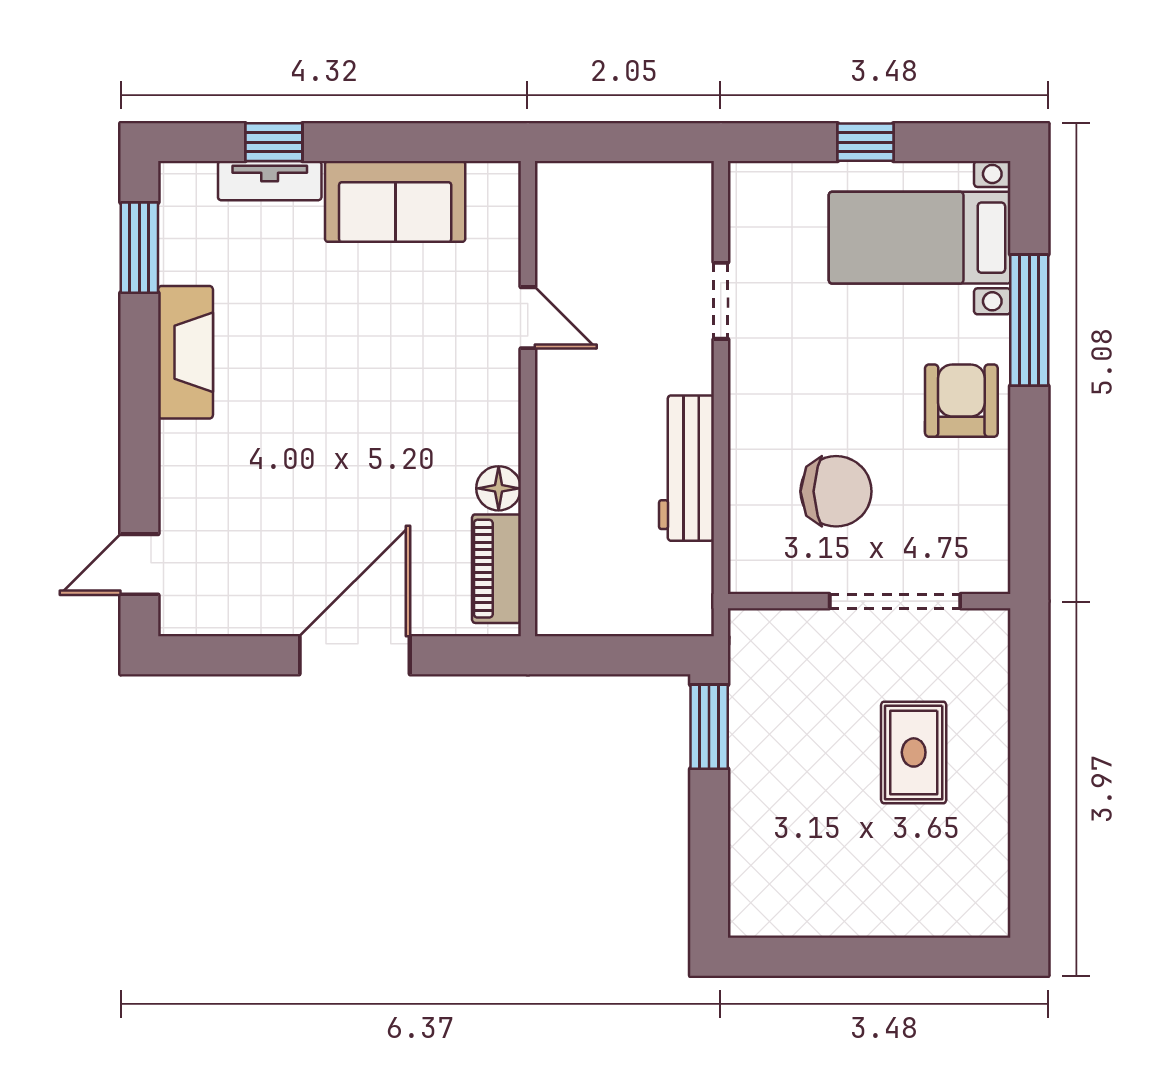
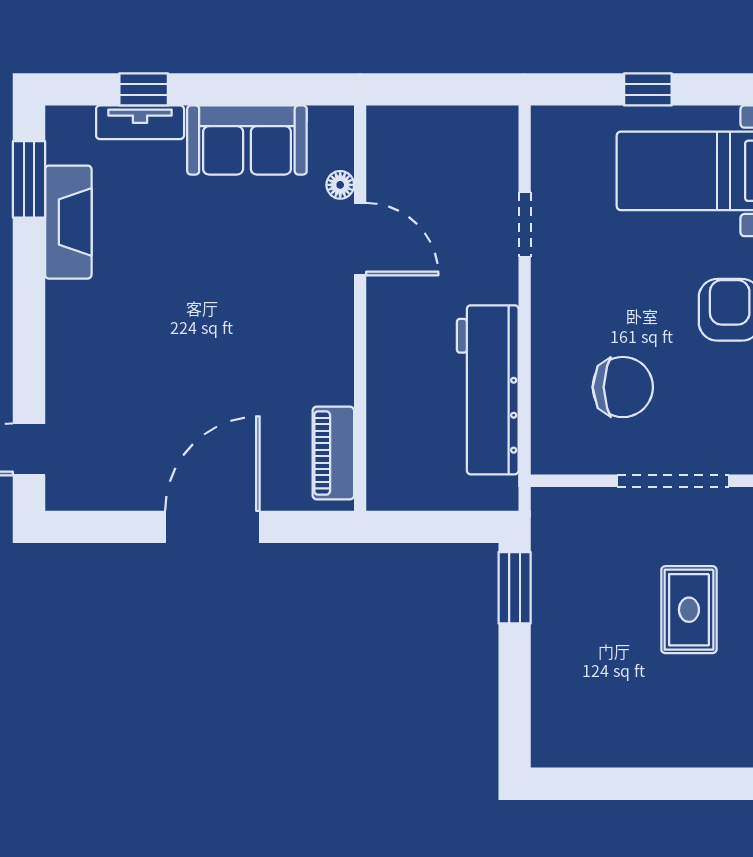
door: (528, 318) -> (360, 239), width x1.37
fireplace: (185, 352) -> (68, 222), moved
workbench: (686, 468) -> (488, 390), width x1.36, depth x1.32
floor lamp: (499, 488) -> (340, 185), moved, width x0.73, depth x0.73

